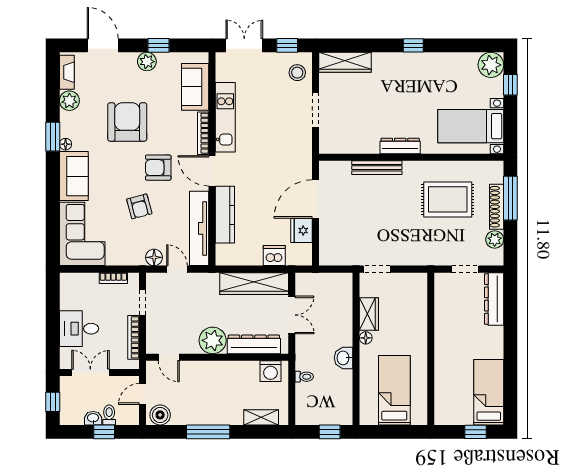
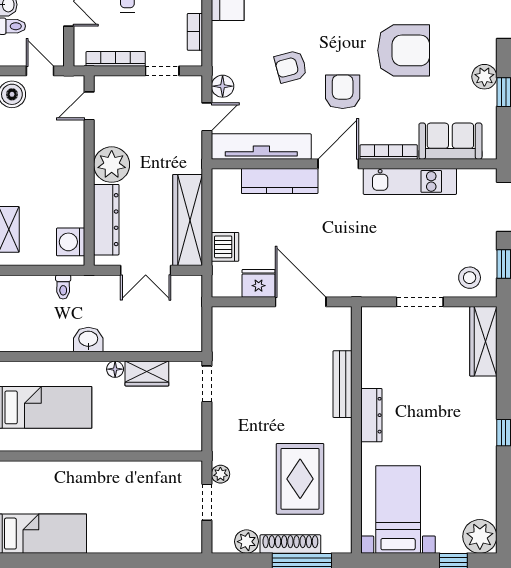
plant: (444, 259) -> (220, 474), added
dresser: (494, 299) -> (167, 541), removed

